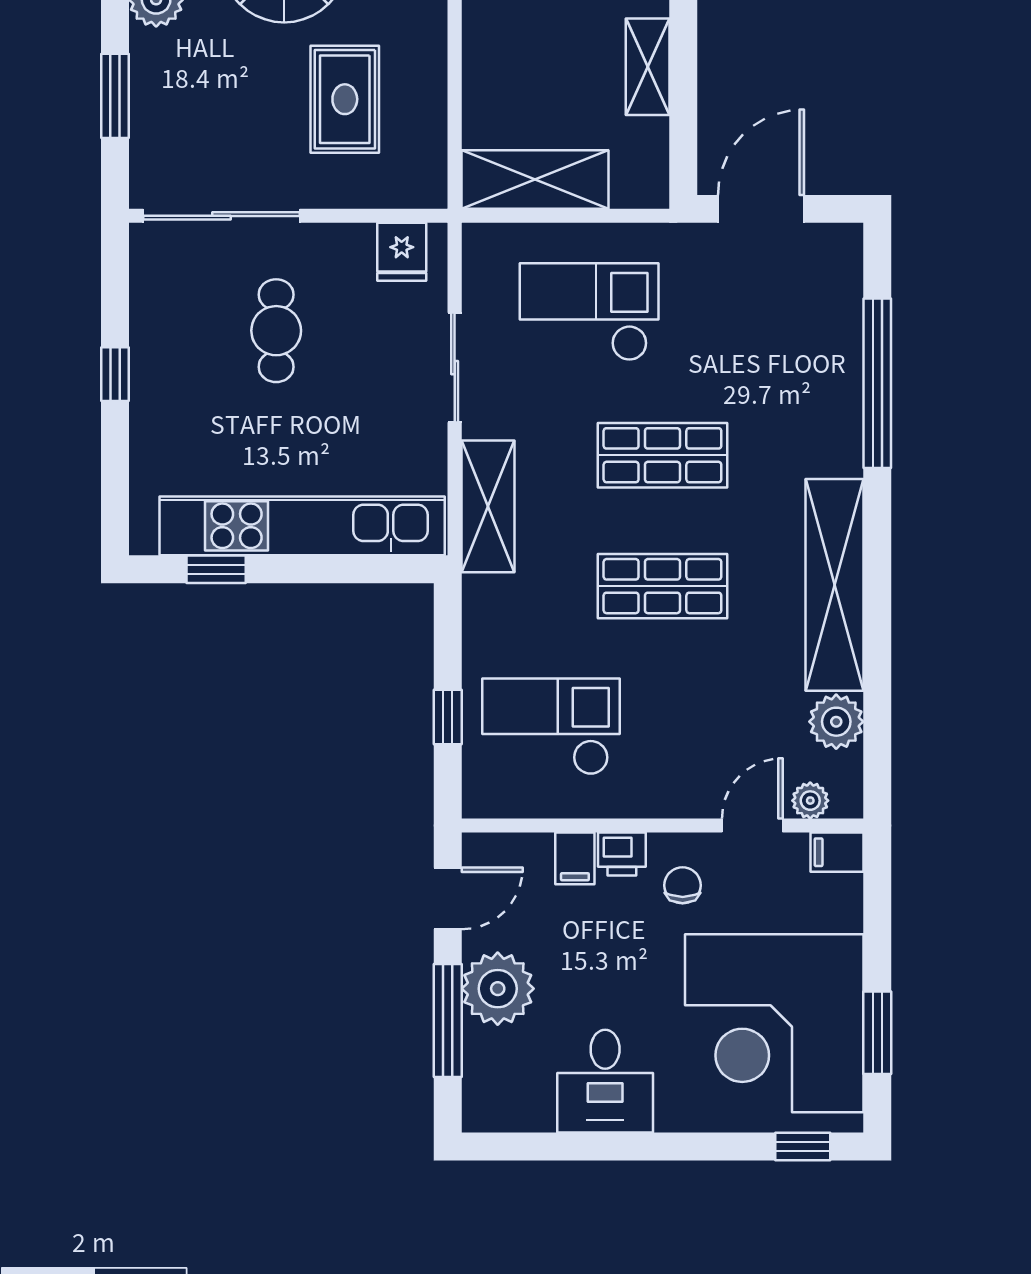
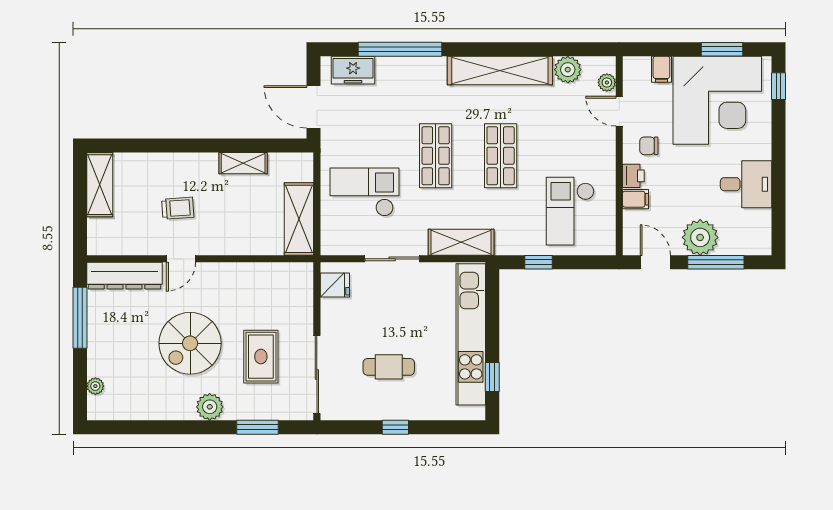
rug: (345, 99) -> (261, 357), moved, turned 90
freezer: (835, 289) -> (353, 70), added
checkout: (589, 312) -> (365, 192), turned 90
cafe table: (276, 331) -> (389, 367), moved
window: (448, 717) -> (538, 262), moved
filing cabinet: (837, 852) -> (661, 69), moved

